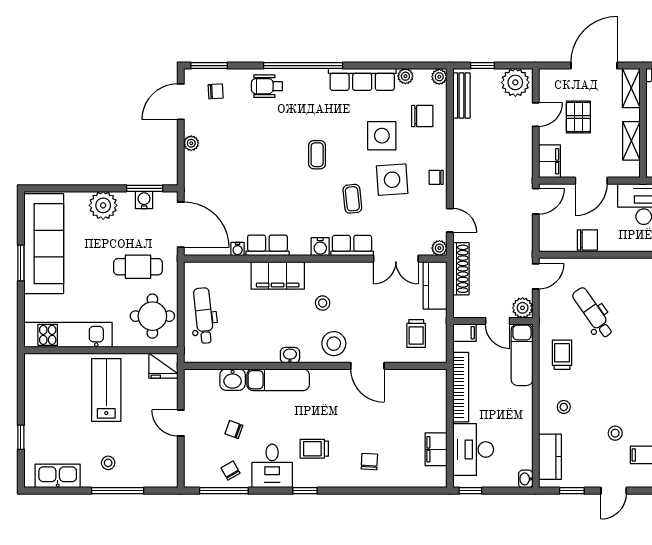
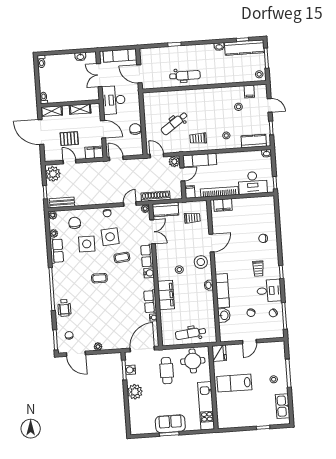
row of seats: (362, 79) -> (57, 251), width x0.68
sofa: (44, 244) -> (170, 424), width x0.54, depth x0.79
filing cabinet: (436, 449) -> (223, 205), moved

